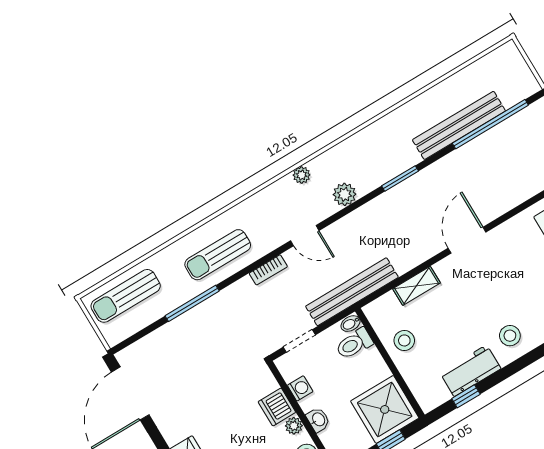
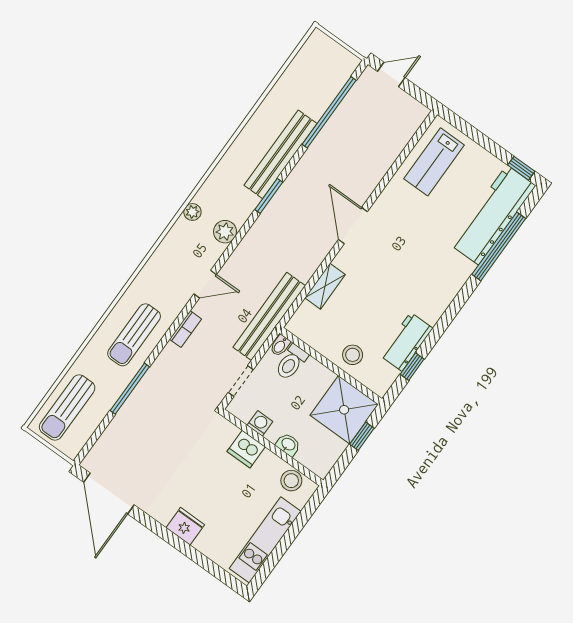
bench: (459, 125) -> (281, 154), moved
plant: (302, 175) -> (192, 212), moved
stool: (510, 336) -> (428, 295), removed
stool: (404, 340) -> (353, 355), moved
plant: (294, 426) -> (269, 460), removed

